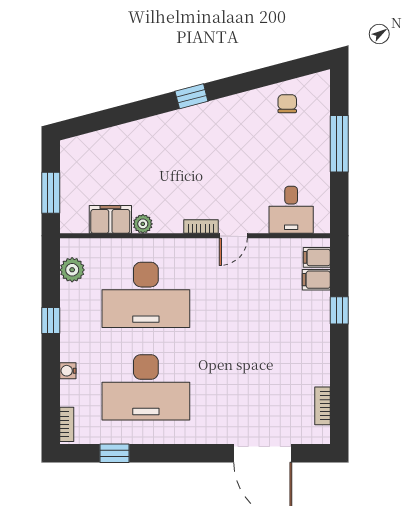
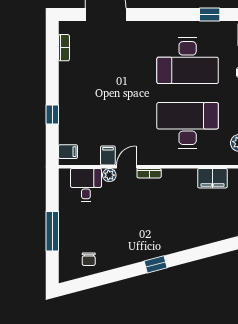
plant: (143, 224) -> (109, 175), moved
filing cabinet: (316, 280) -> (108, 155), moved, turned -90
desk: (146, 387) -> (188, 61), turned 180

